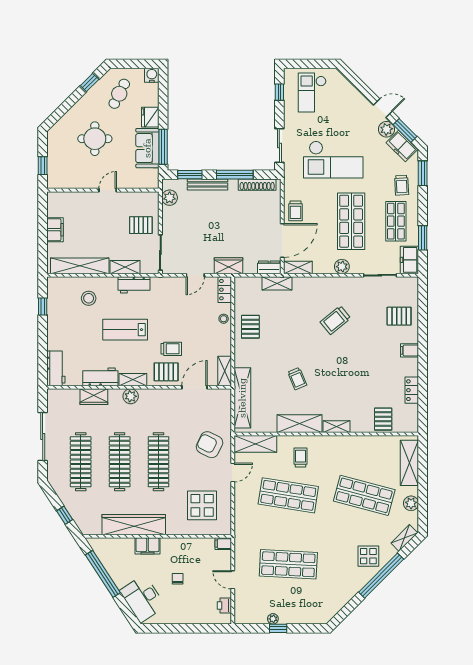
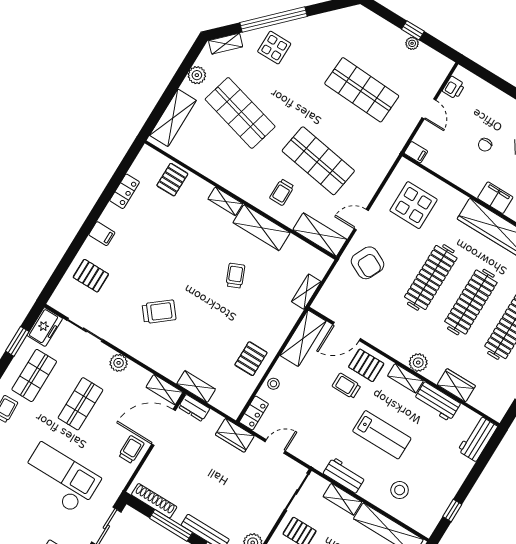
shop shelf: (351, 221) -> (80, 404), width x0.70, depth x0.74
shelving: (225, 371) -> (303, 338), width x1.50, depth x1.33
shelving: (242, 398) -> (306, 292), width x0.45, depth x0.75

